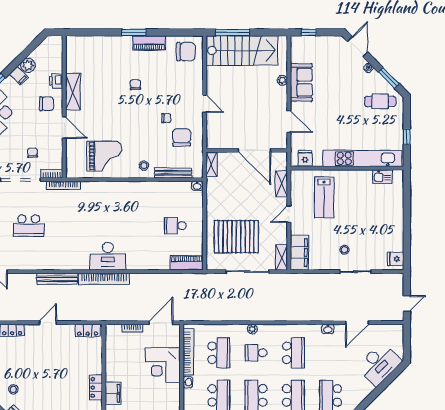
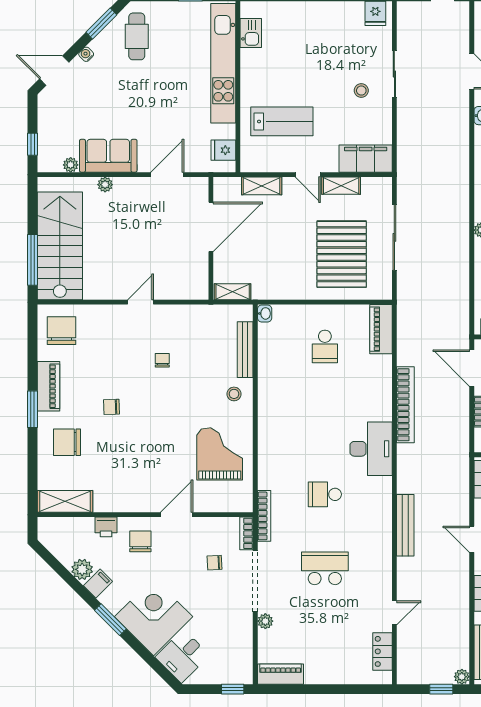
plant: (295, 58) -> (71, 165), added
shelving: (73, 92) -> (65, 501), moved
chair: (182, 137) -> (67, 442), moved
school desk: (29, 226) -> (325, 568), turned -90
school desk: (78, 226) -> (325, 494), added
shelving: (282, 257) -> (341, 186), moved
bookcase: (104, 279) -> (405, 405), moved

